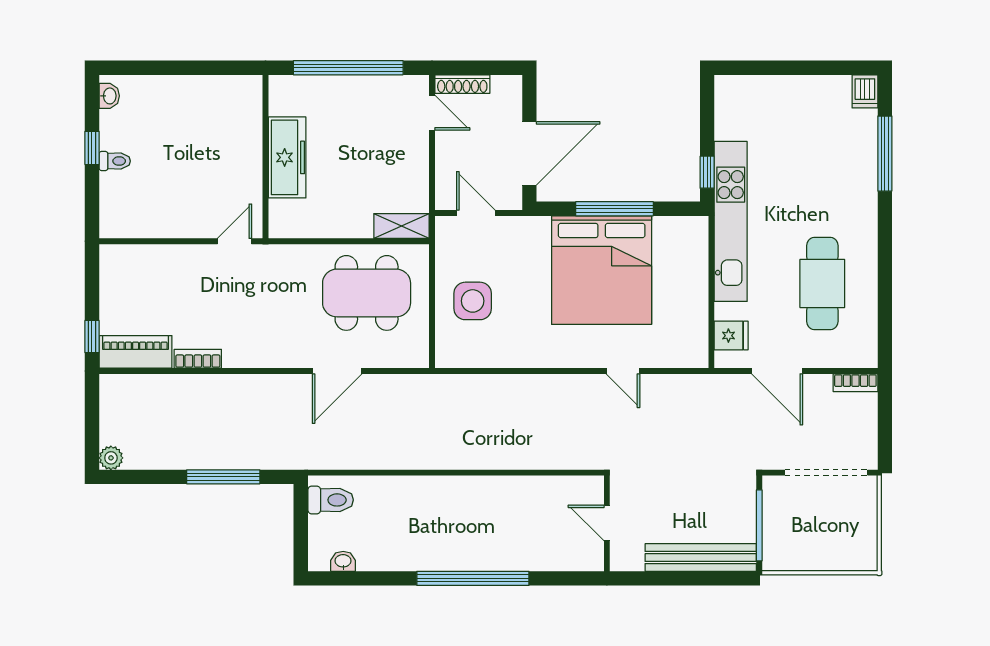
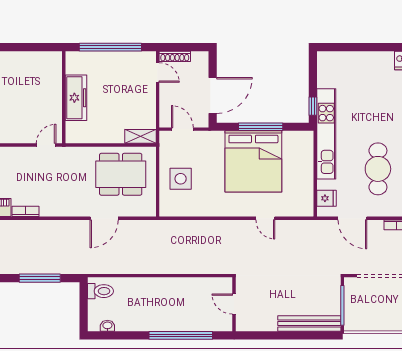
door: (607, 523) -> (234, 304), moved
wall: (607, 523) -> (234, 304), moved

